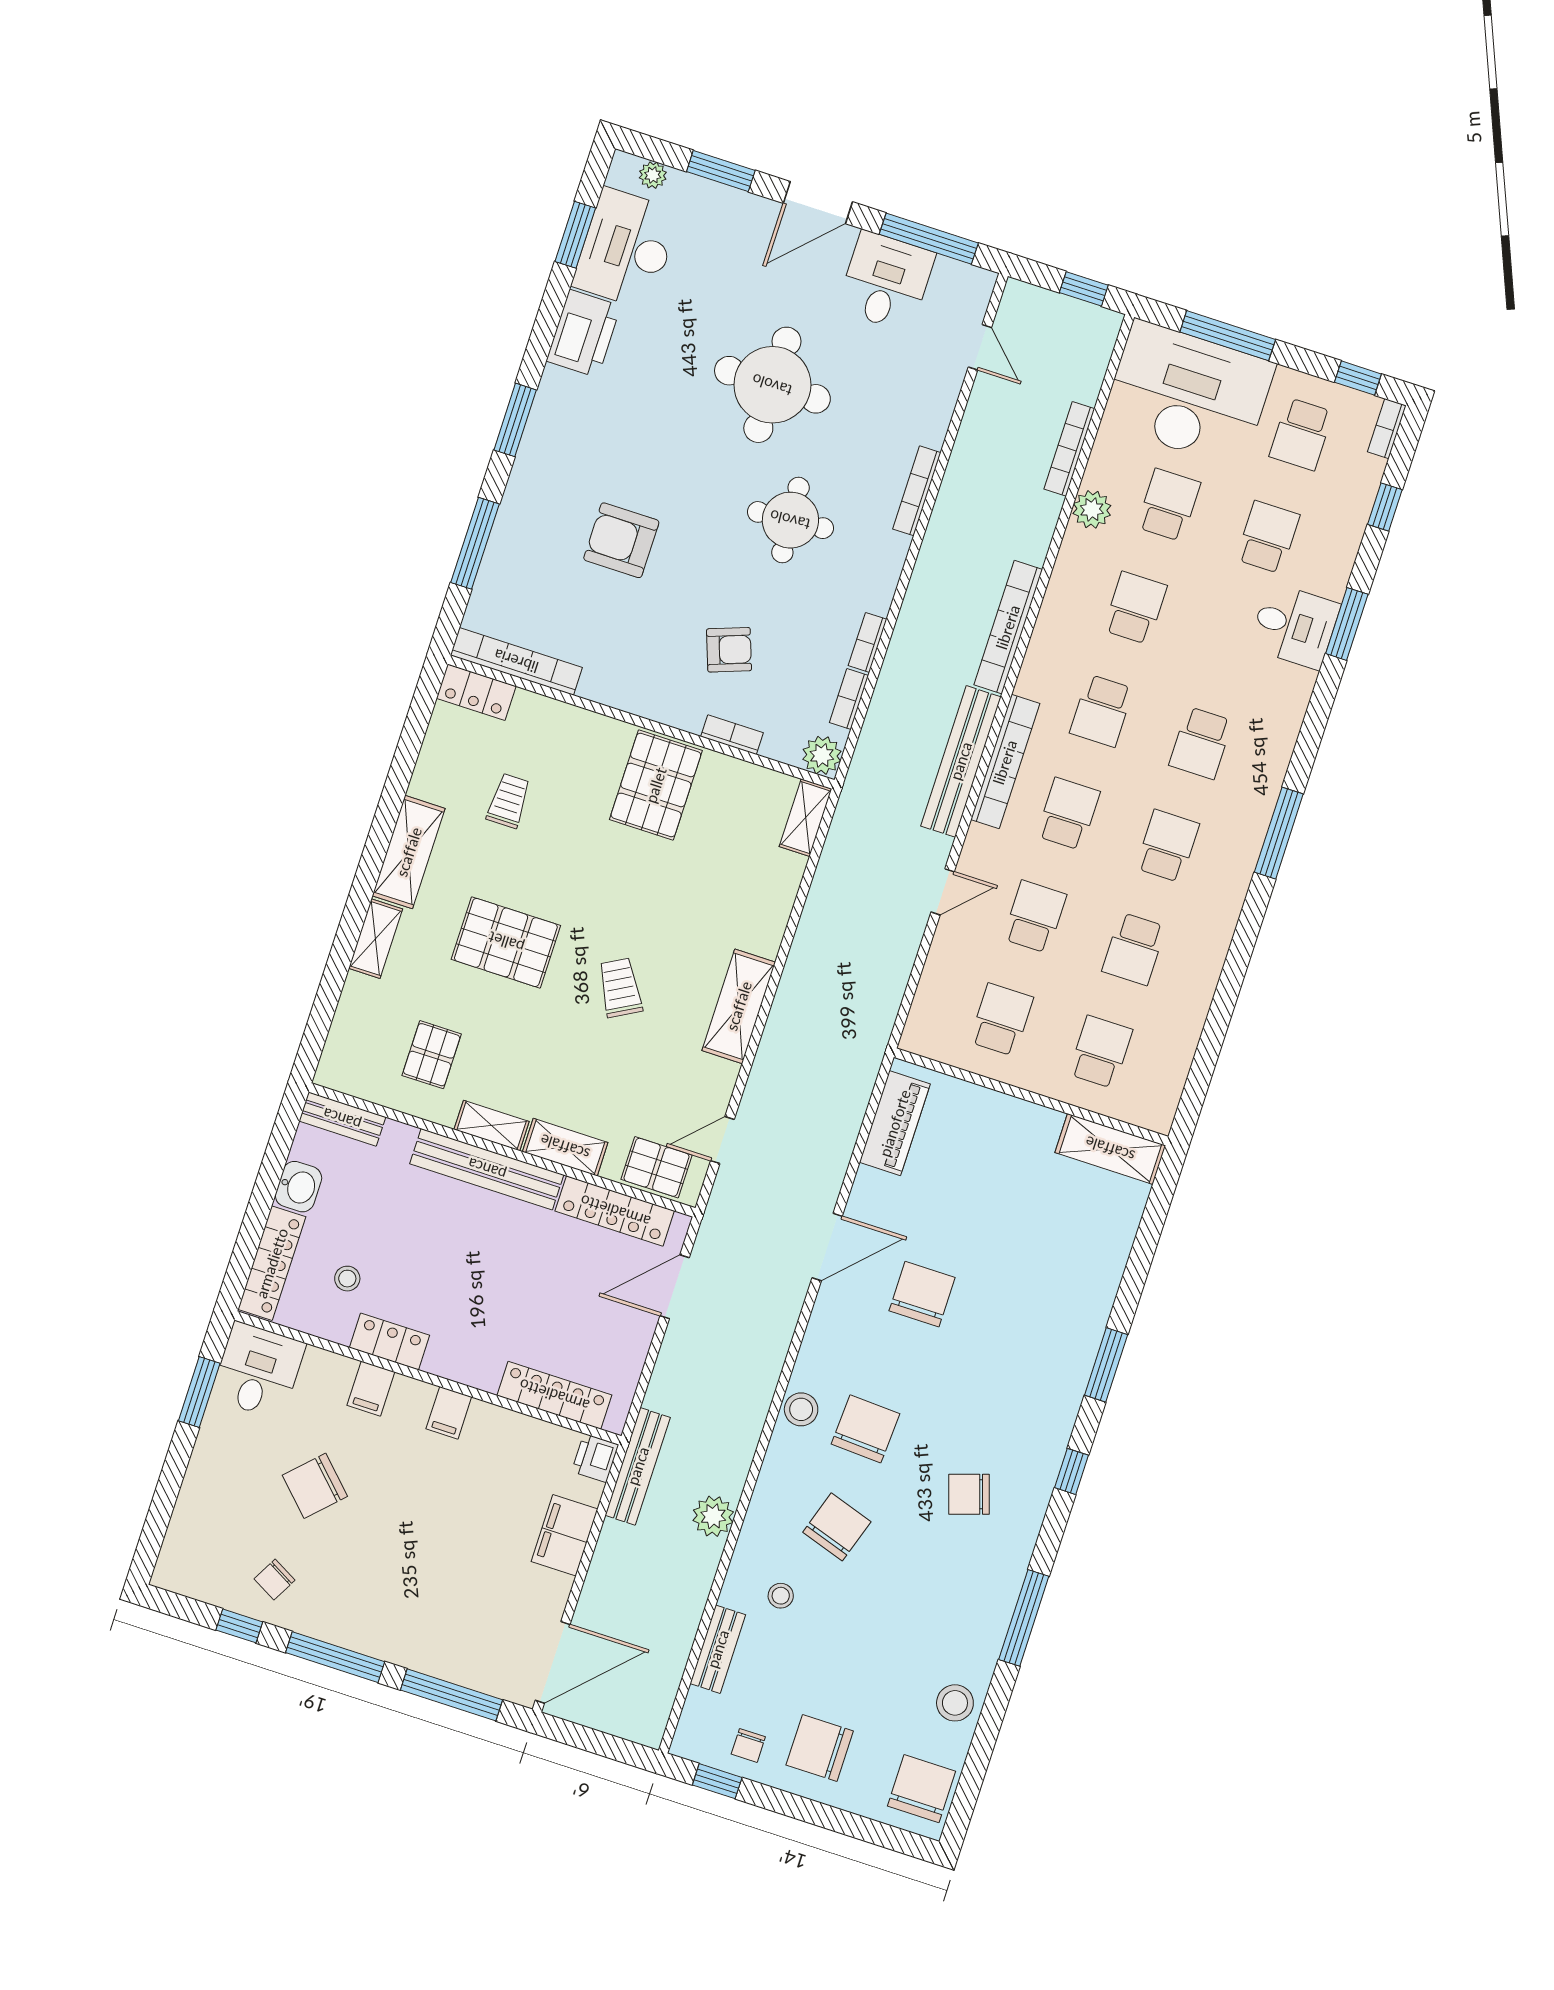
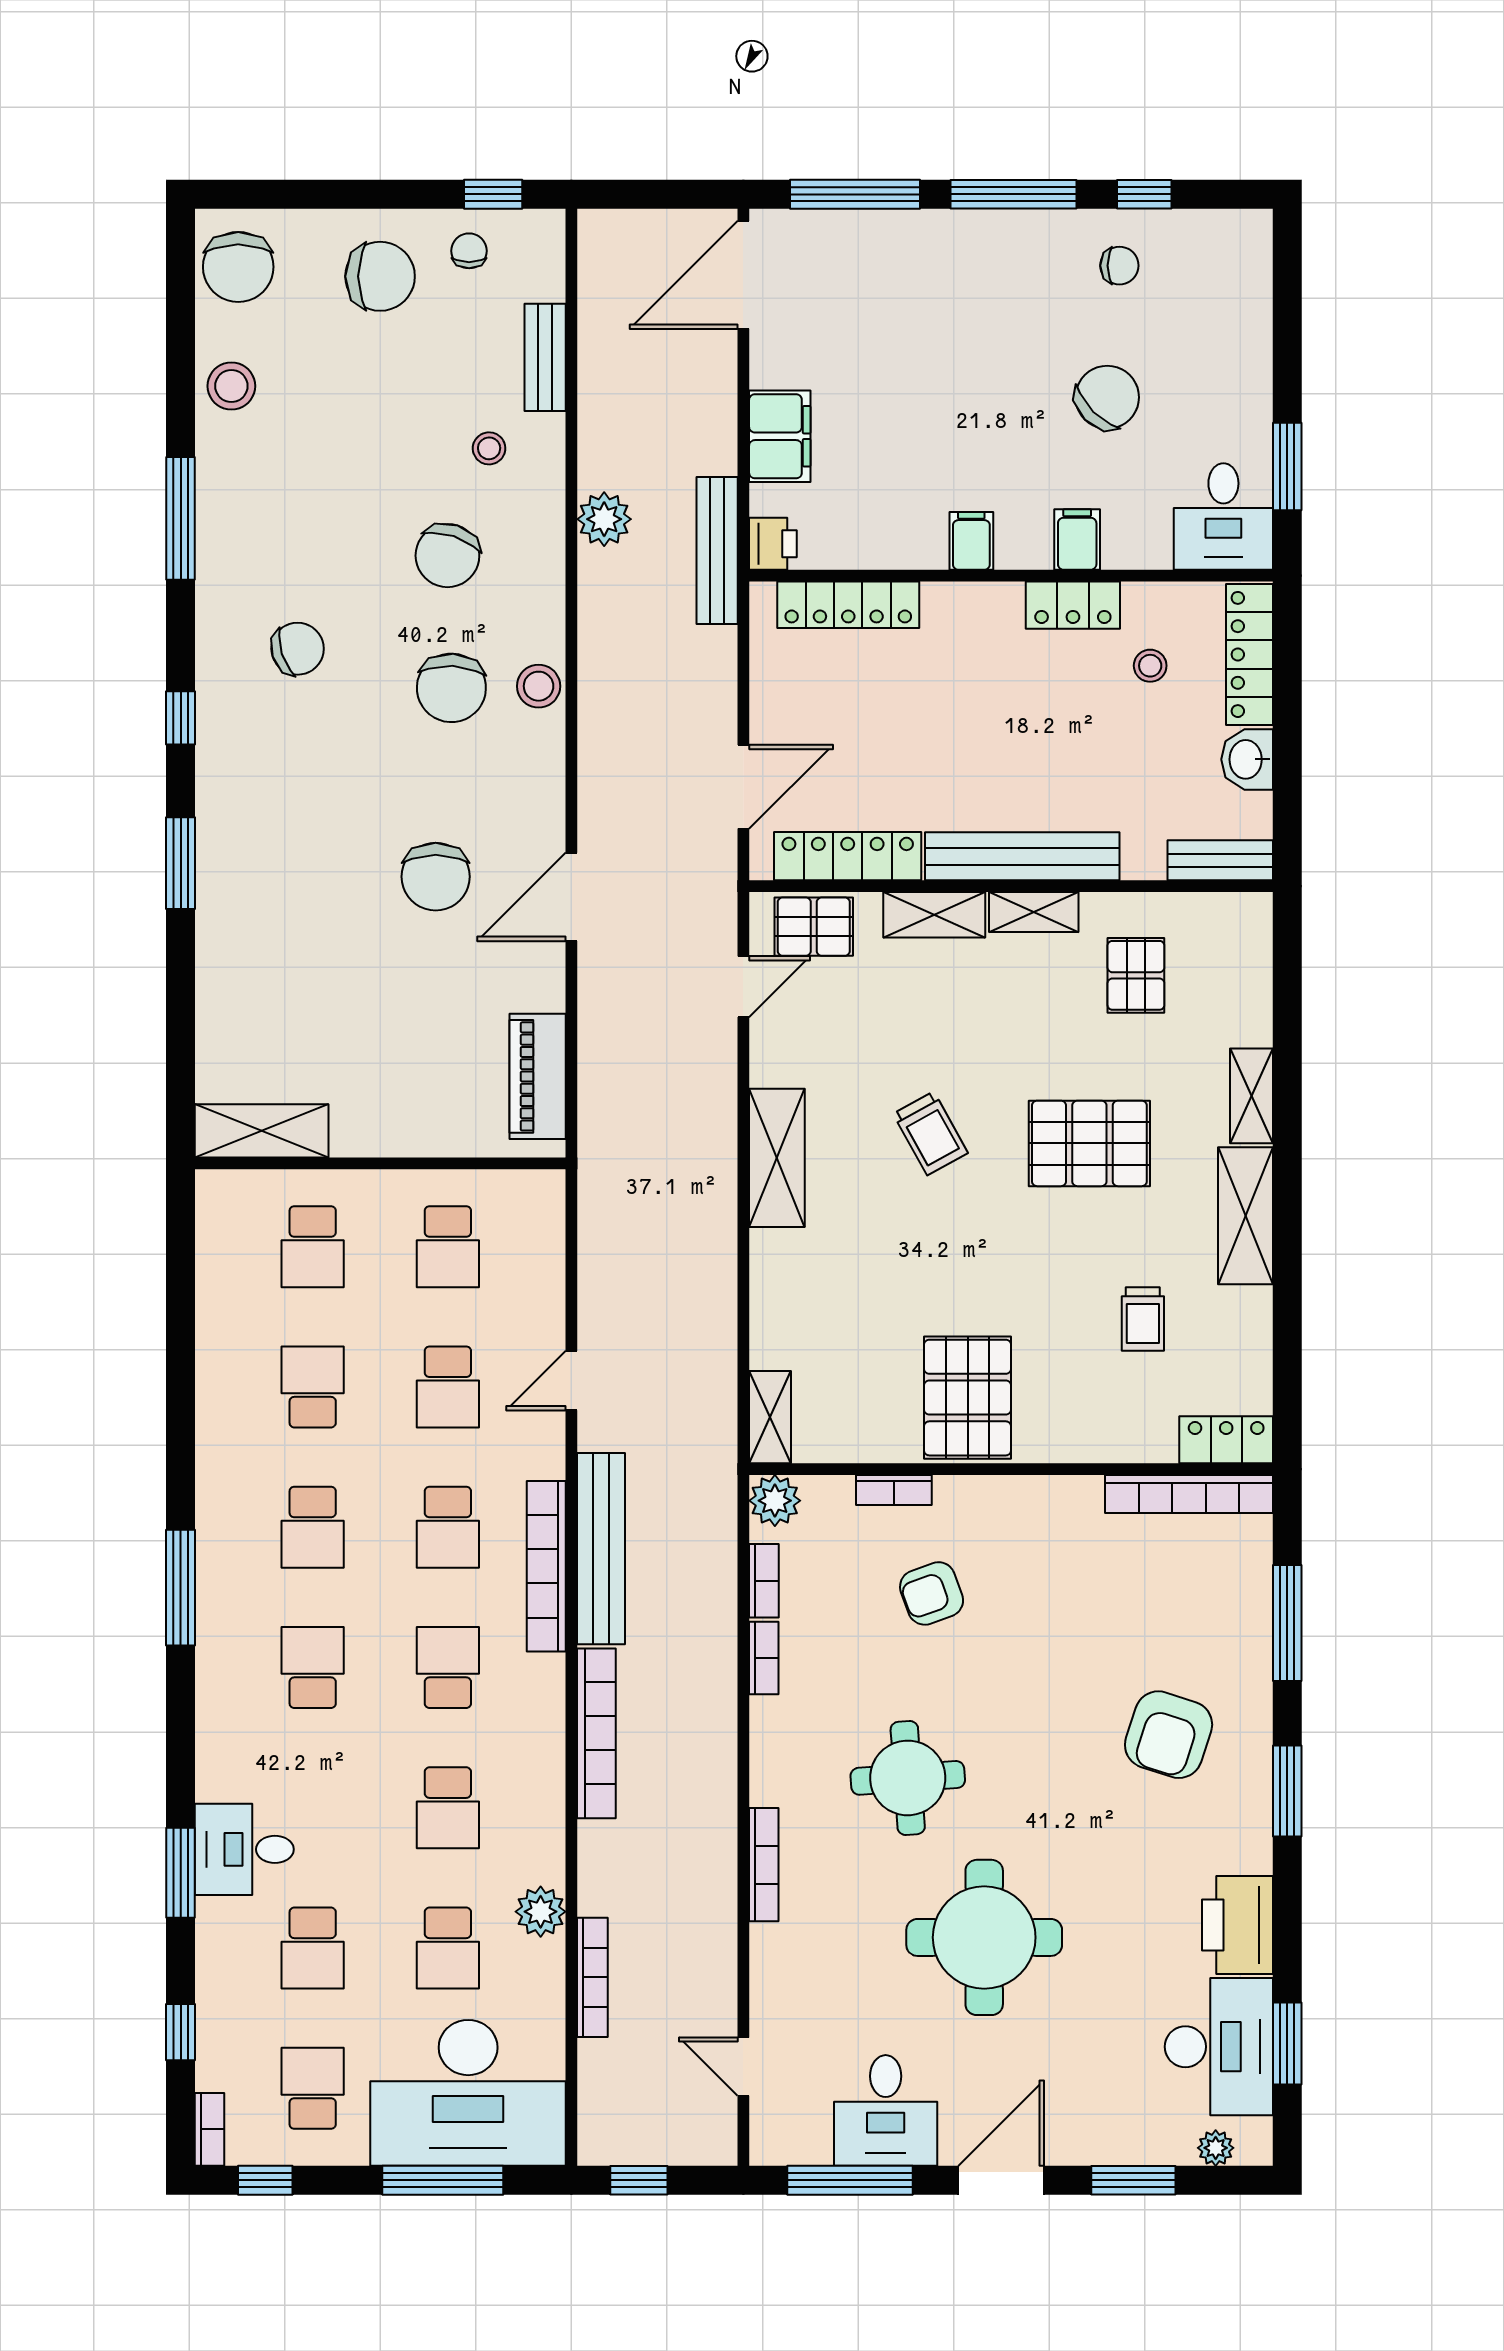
armchair: (621, 540) -> (1169, 1735), moved, turned 108
chair: (274, 1580) -> (1119, 266), turned 61

